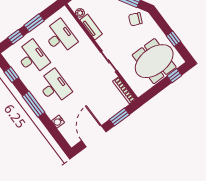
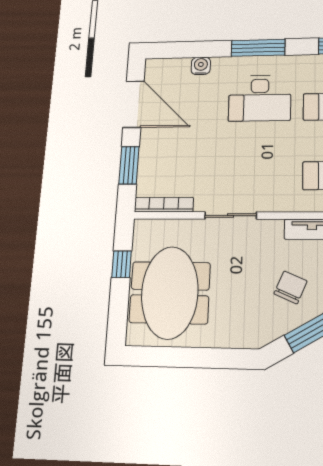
chair: (135, 19) -> (291, 287), moved
window: (173, 39) -> (180, 357), removed
window: (174, 76) -> (122, 264), moved

